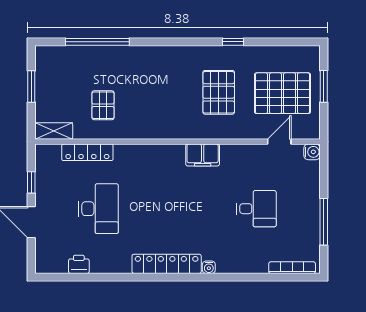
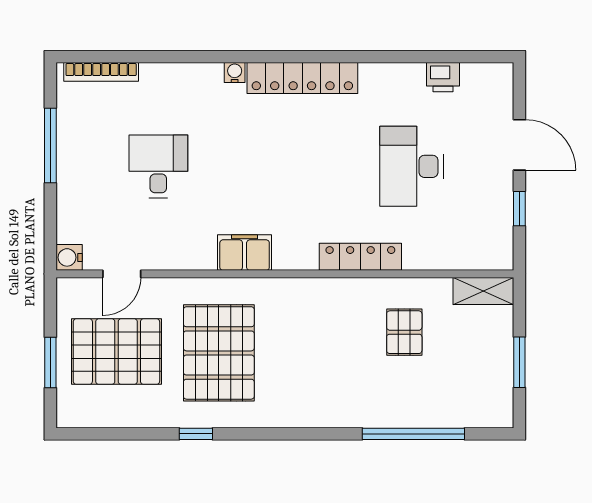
pallet: (219, 92) -> (219, 353), width x1.37, depth x1.41
locker: (87, 152) -> (360, 257), moved
desk: (256, 209) -> (158, 166), turned 90

